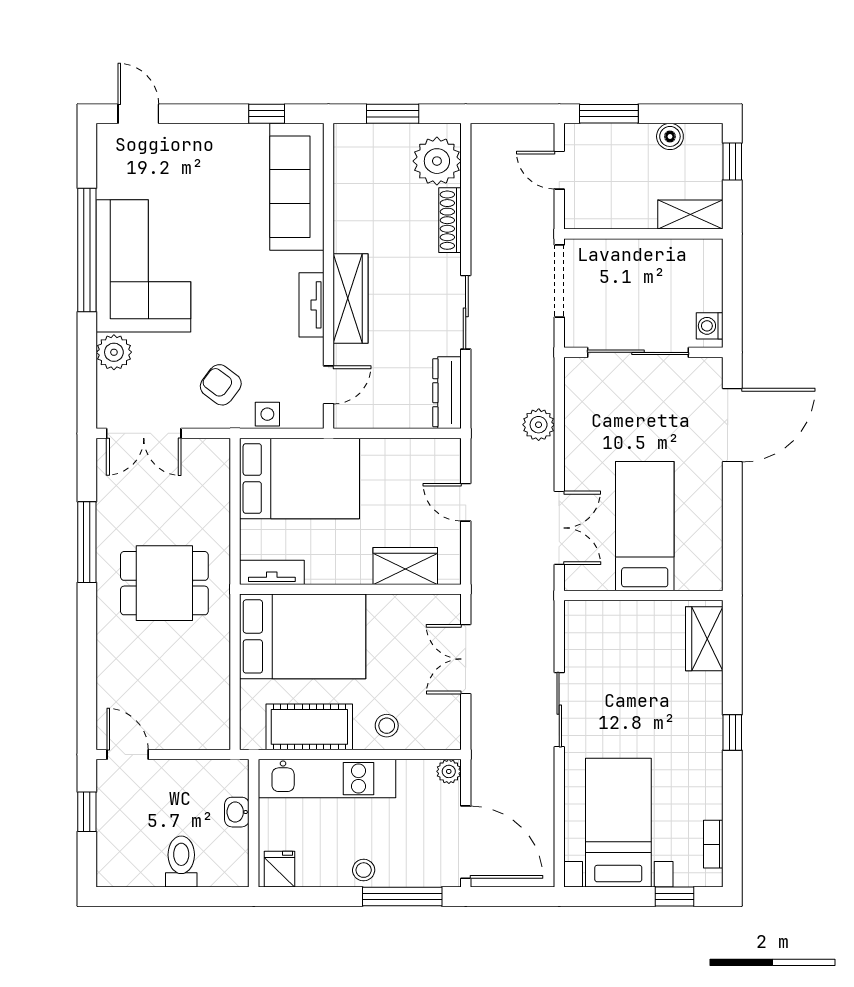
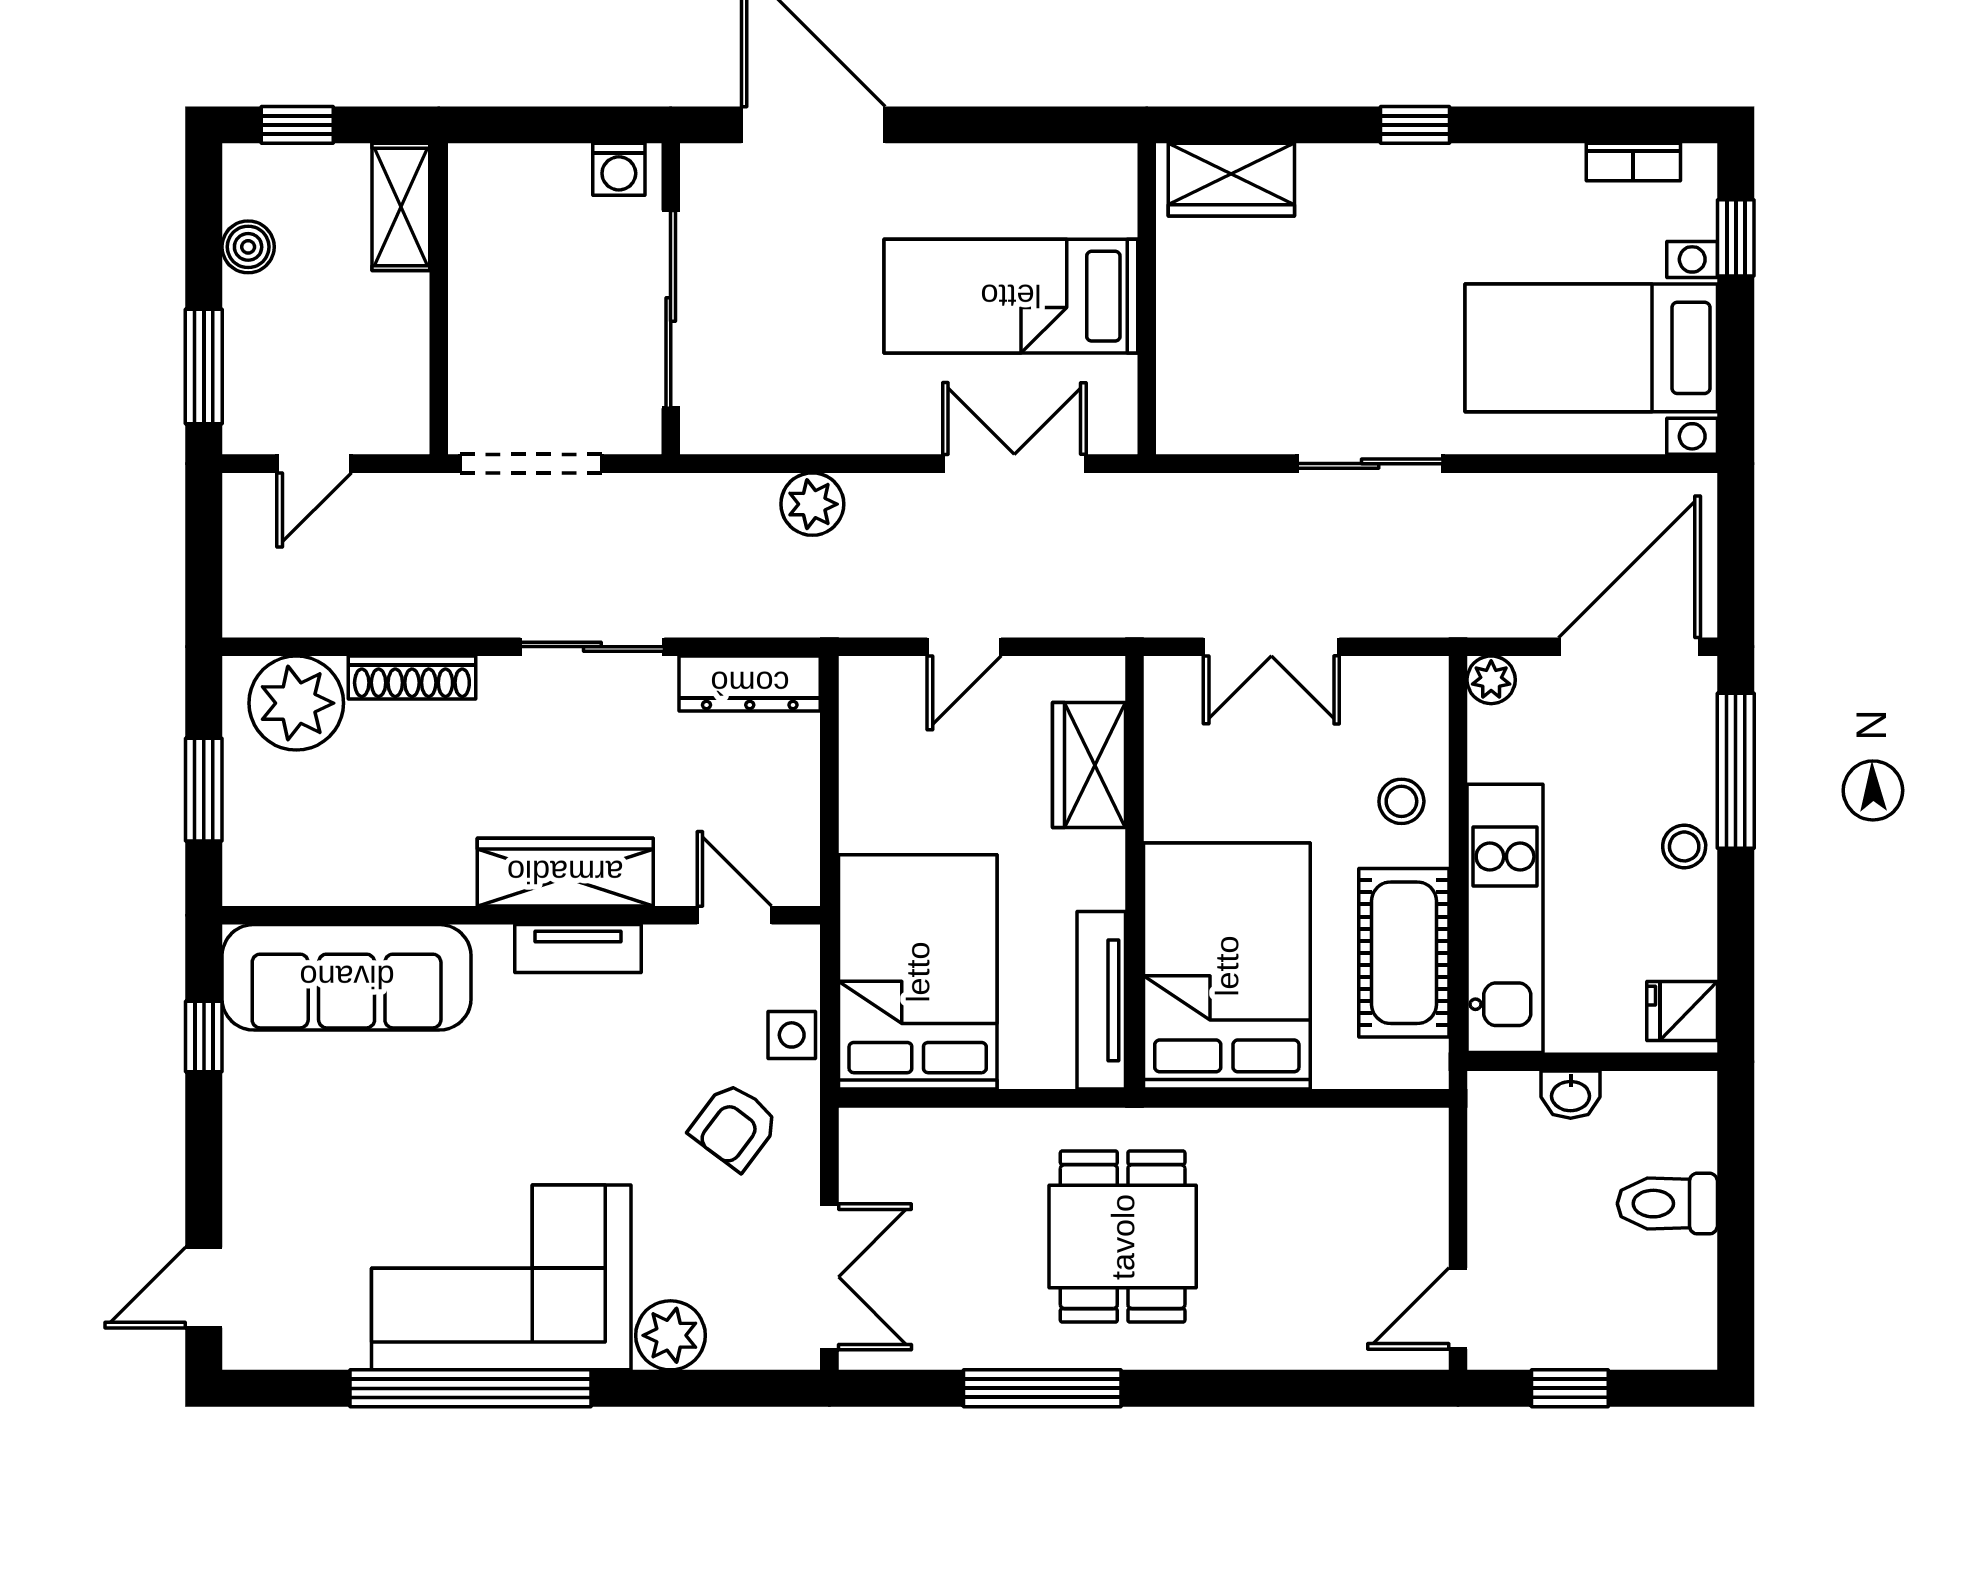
tv unit: (272, 572) -> (1101, 1000), width x1.41

